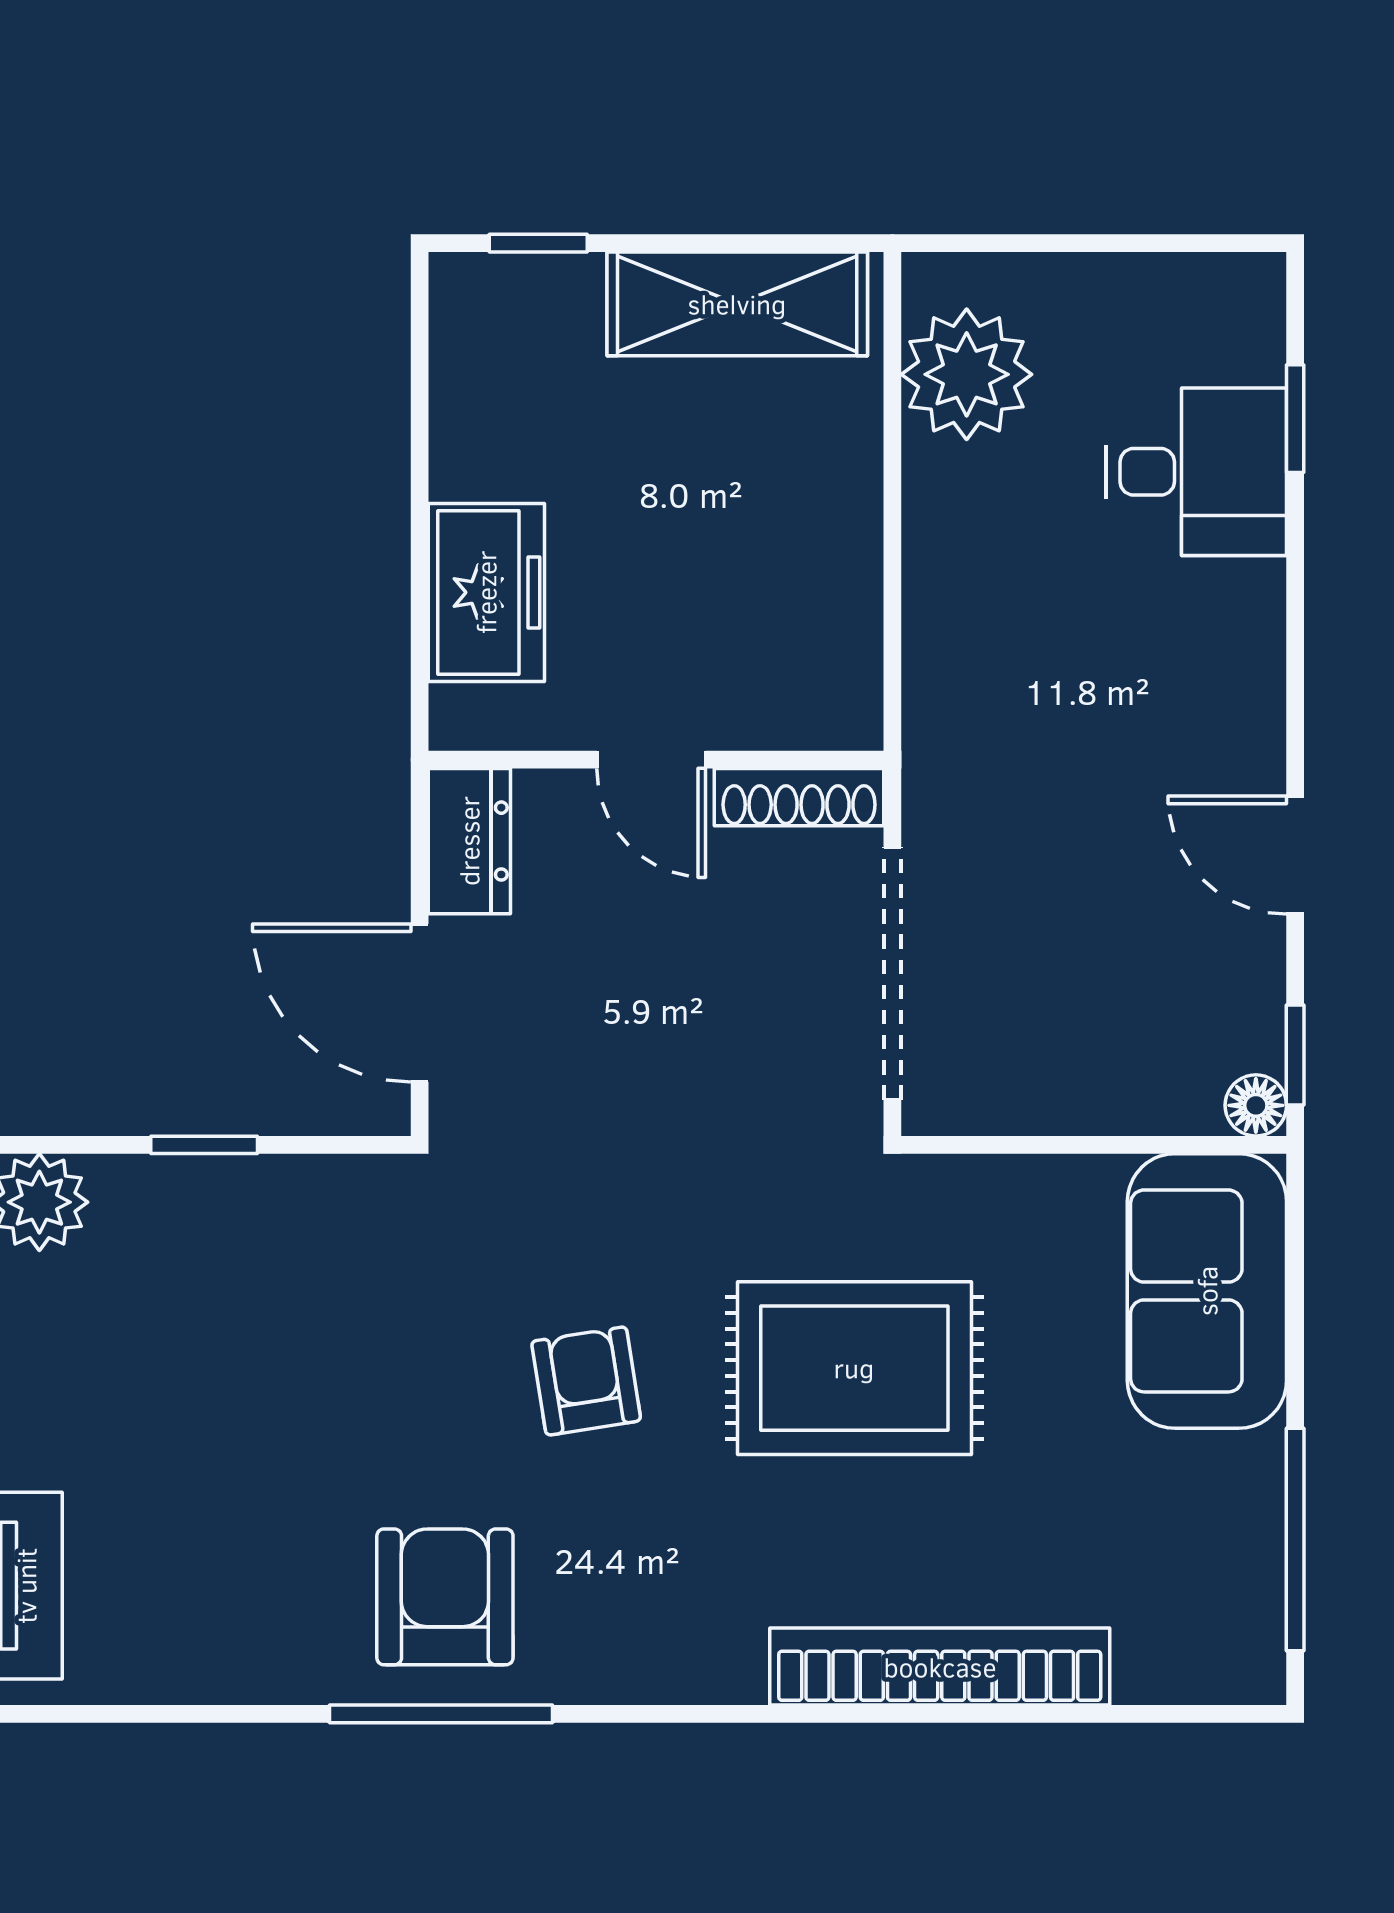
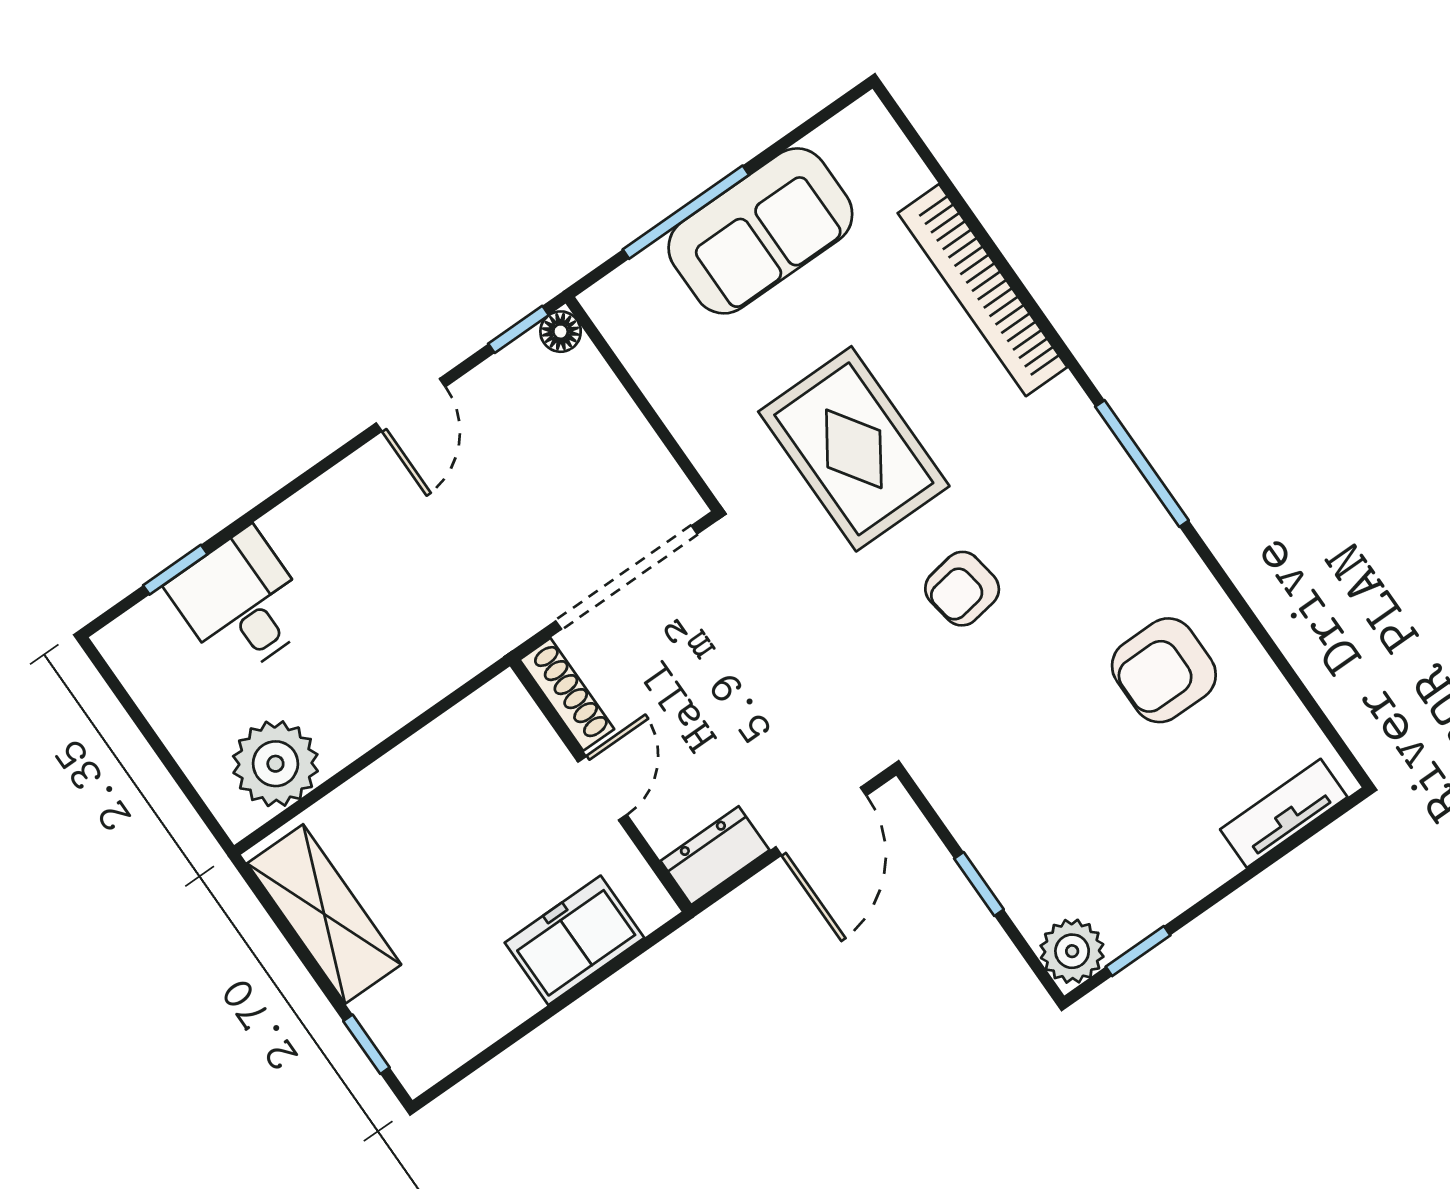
sofa: (1207, 1291) -> (760, 231), moved
window: (1295, 1539) -> (686, 212), moved
armchair: (445, 1597) -> (1164, 670), moved
window: (441, 1714) -> (1142, 464), moved

